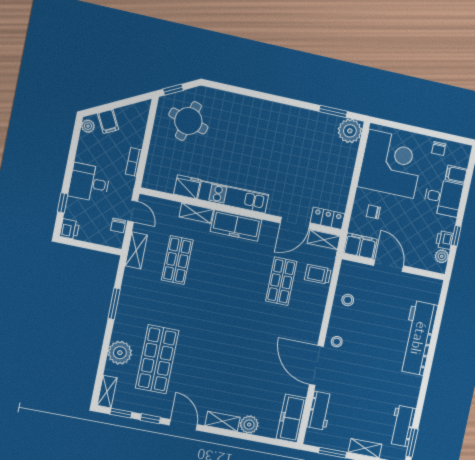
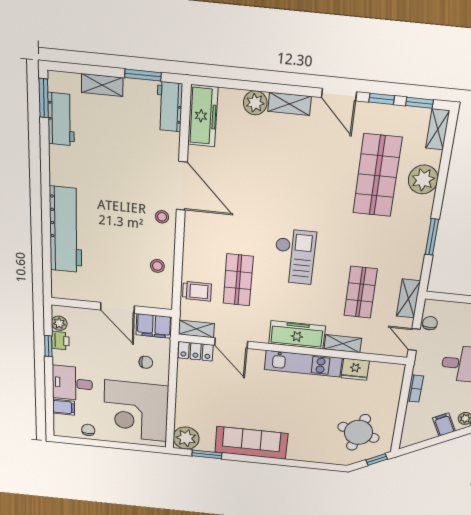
sofa: (290, 120) -> (251, 443), added
door: (295, 223) -> (231, 343), swing flipped
checkout: (231, 297) -> (294, 257), added
workbench: (320, 411) -> (169, 107), moved

